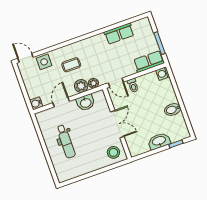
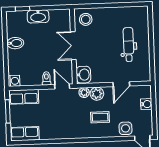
row of seats: (119, 34) -> (25, 134), moved
water cooler: (36, 103) -> (146, 104), moved
washbasin: (86, 103) -> (83, 75), moved, turned 90

